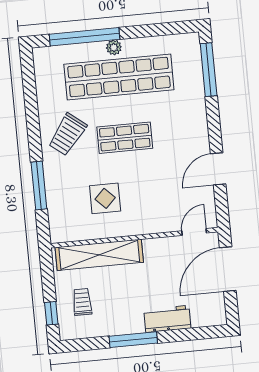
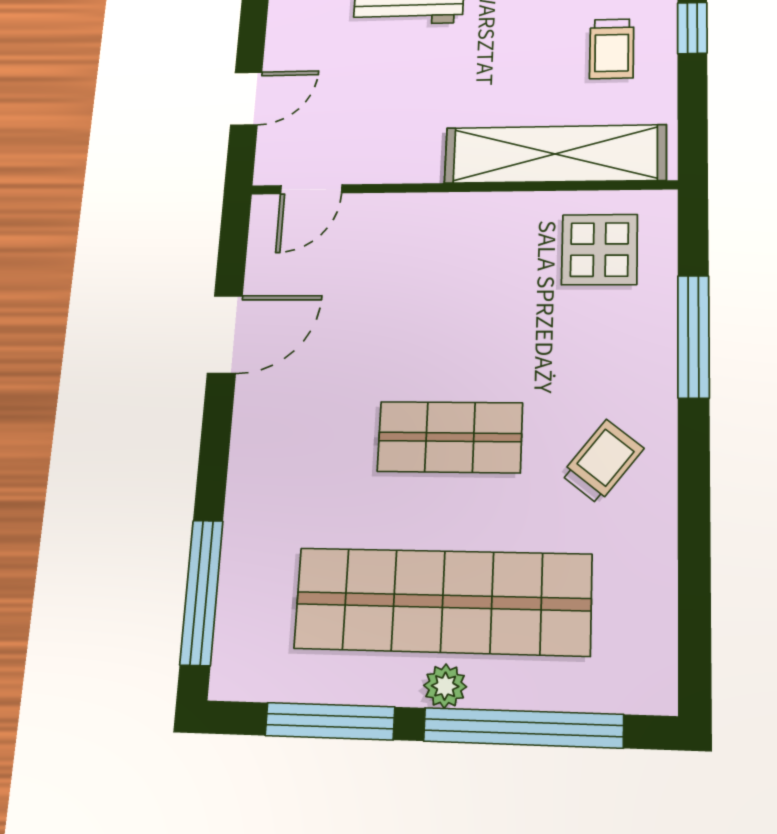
window: (153, 30) -> (330, 721), added
trolley: (67, 134) -> (602, 462), width x0.73, depth x0.72
display table: (105, 198) -> (599, 250), moved
door: (228, 269) -> (246, 99), width x0.53

